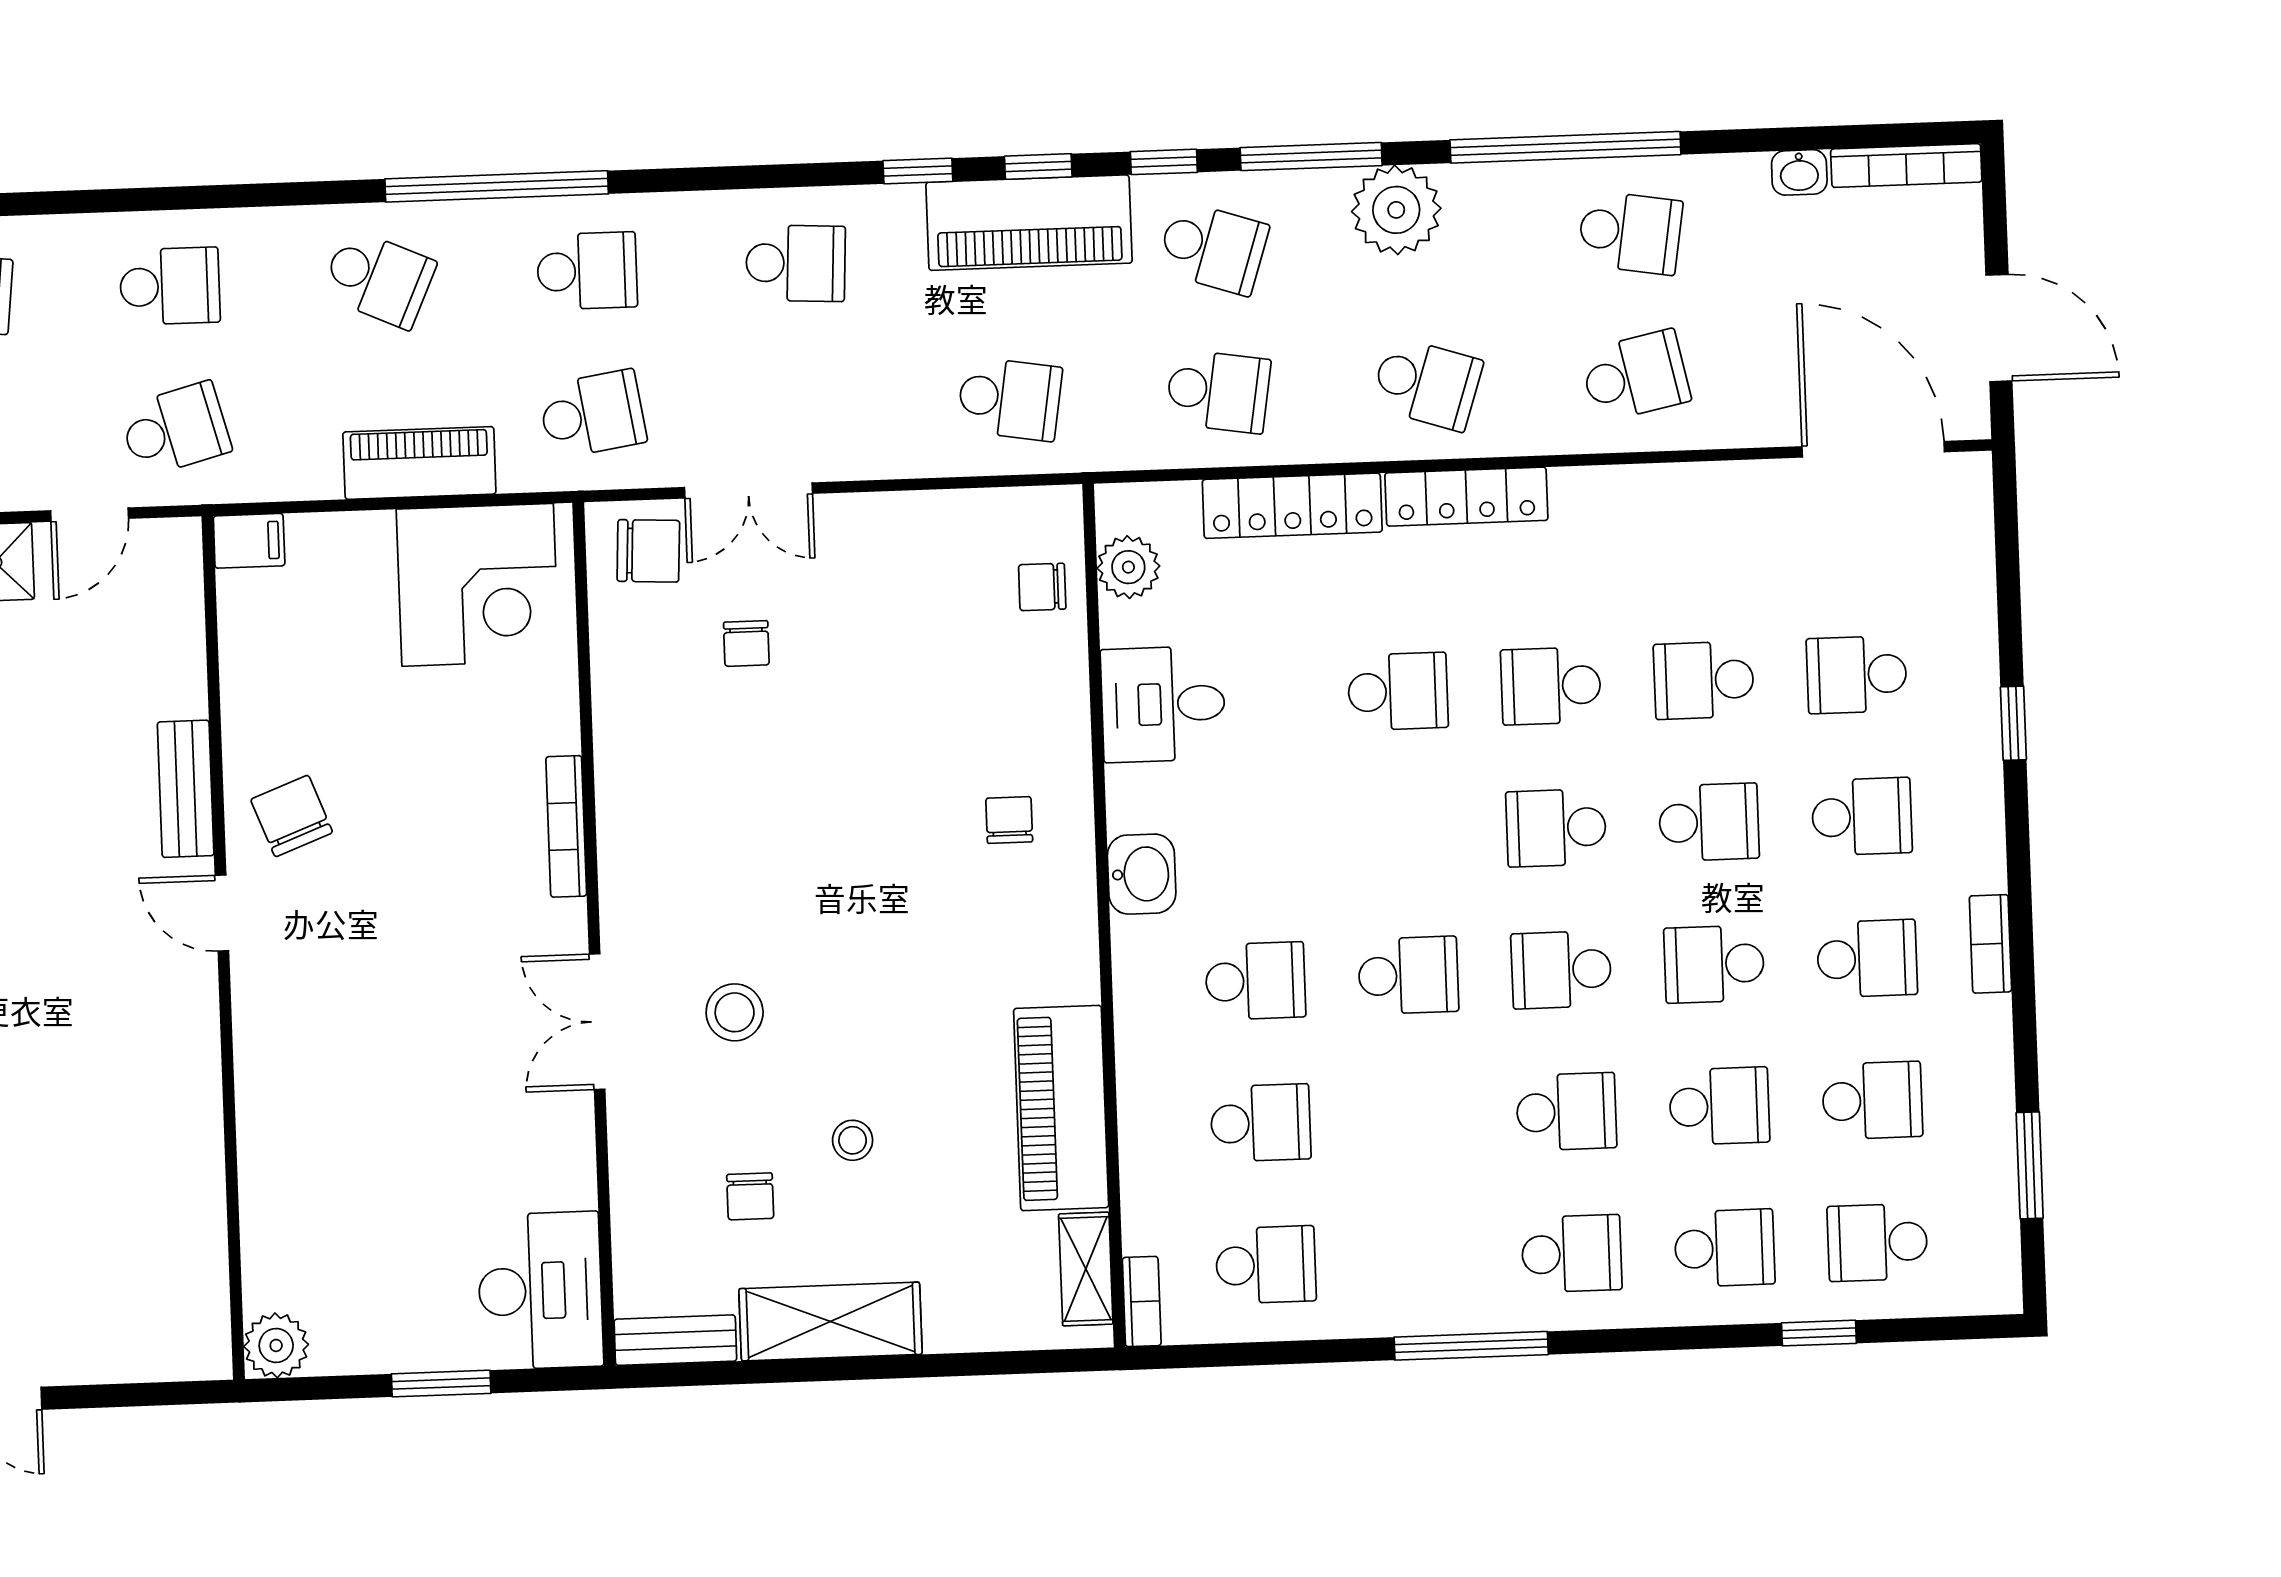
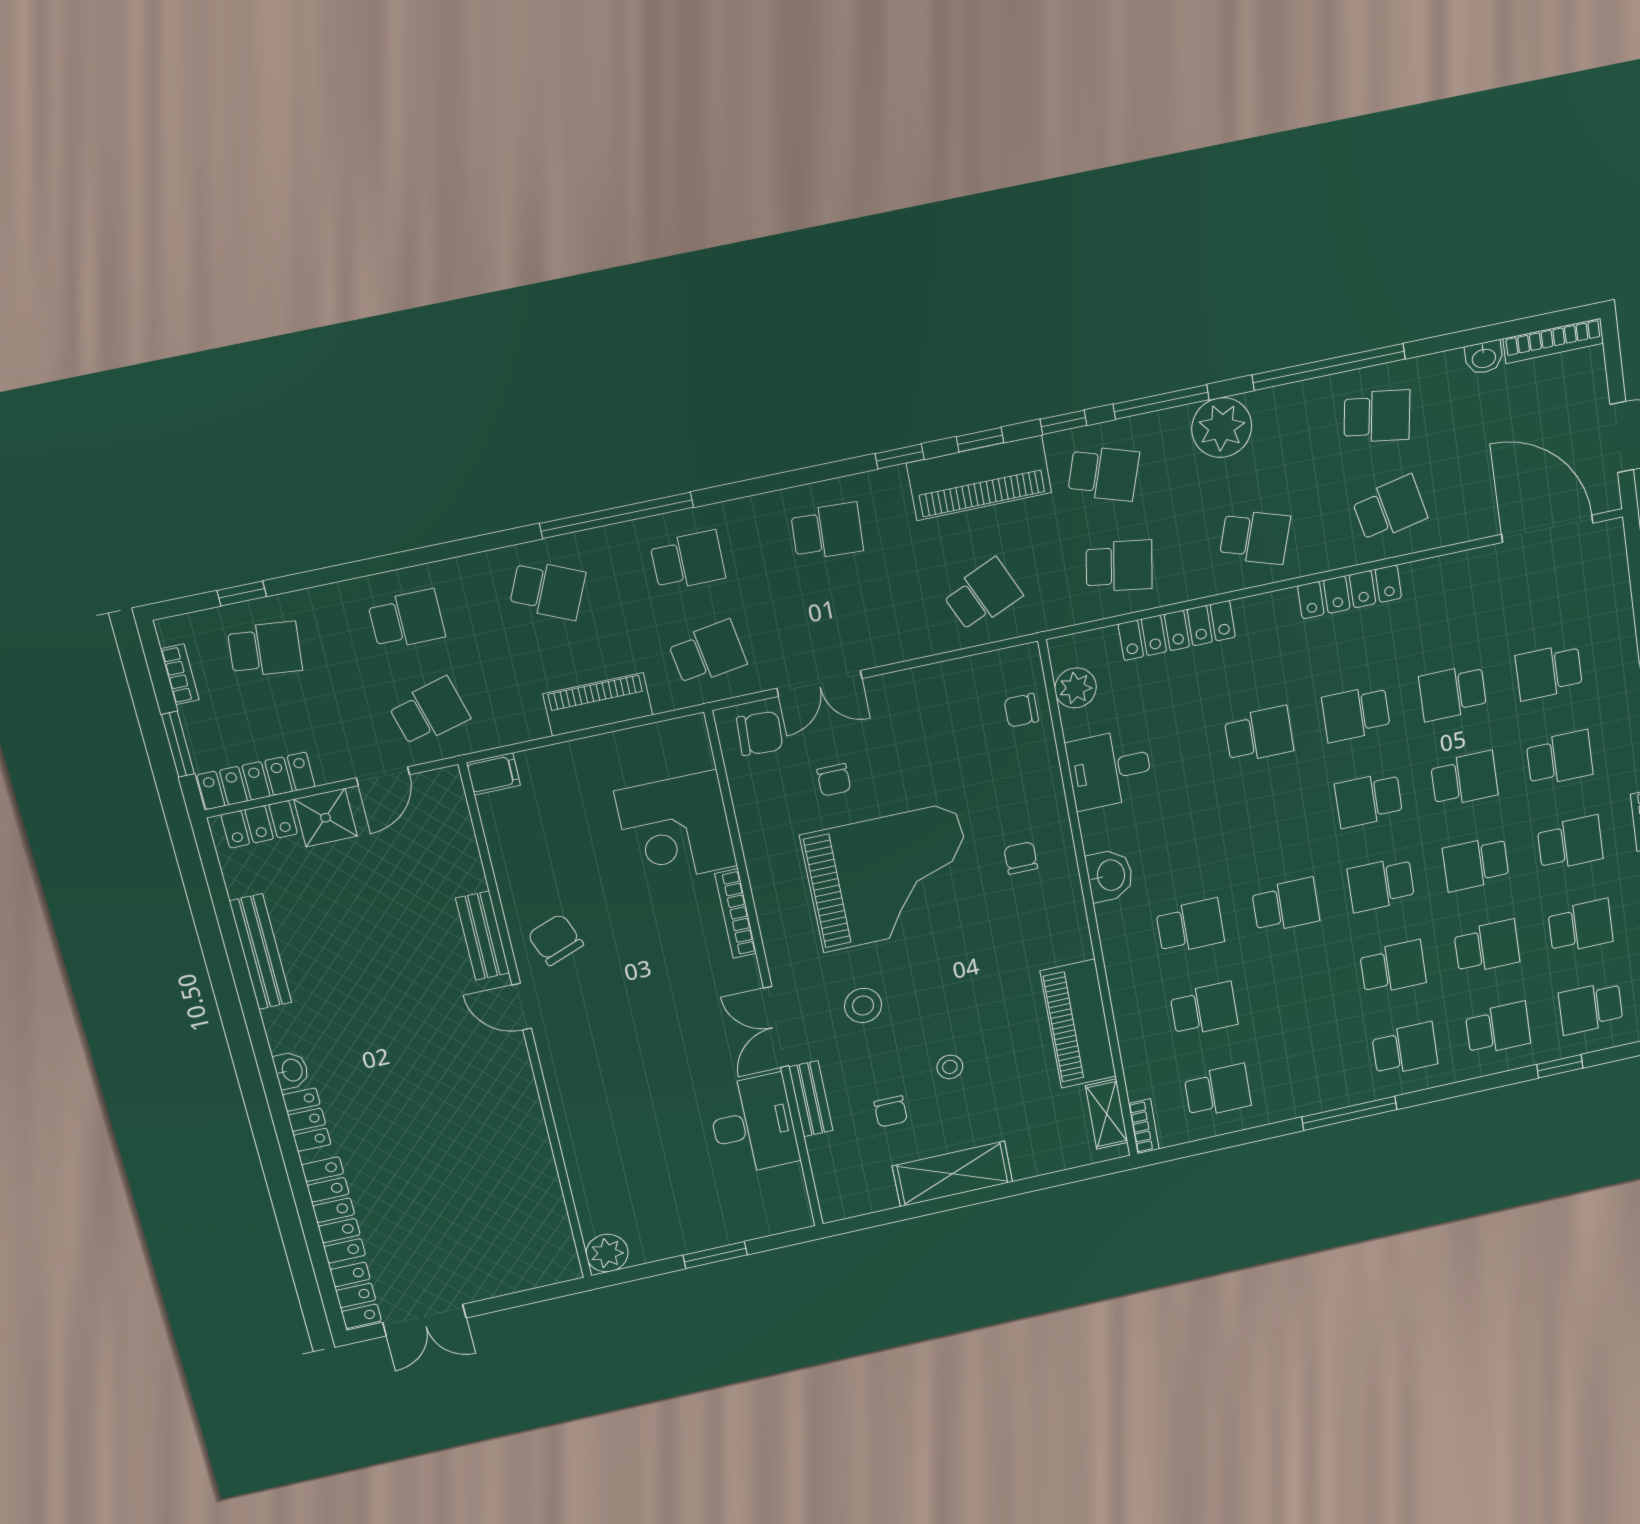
school desk: (1009, 399) -> (983, 595), turned -33
locker: (1466, 497) -> (1350, 592), moved
corner desk: (478, 585) -> (676, 828), moved, turned 90
grand piano: (807, 813) -> (890, 877), added
desk: (540, 1291) -> (753, 1124), moved
bench: (675, 1340) -> (811, 1099), moved, turned 90

